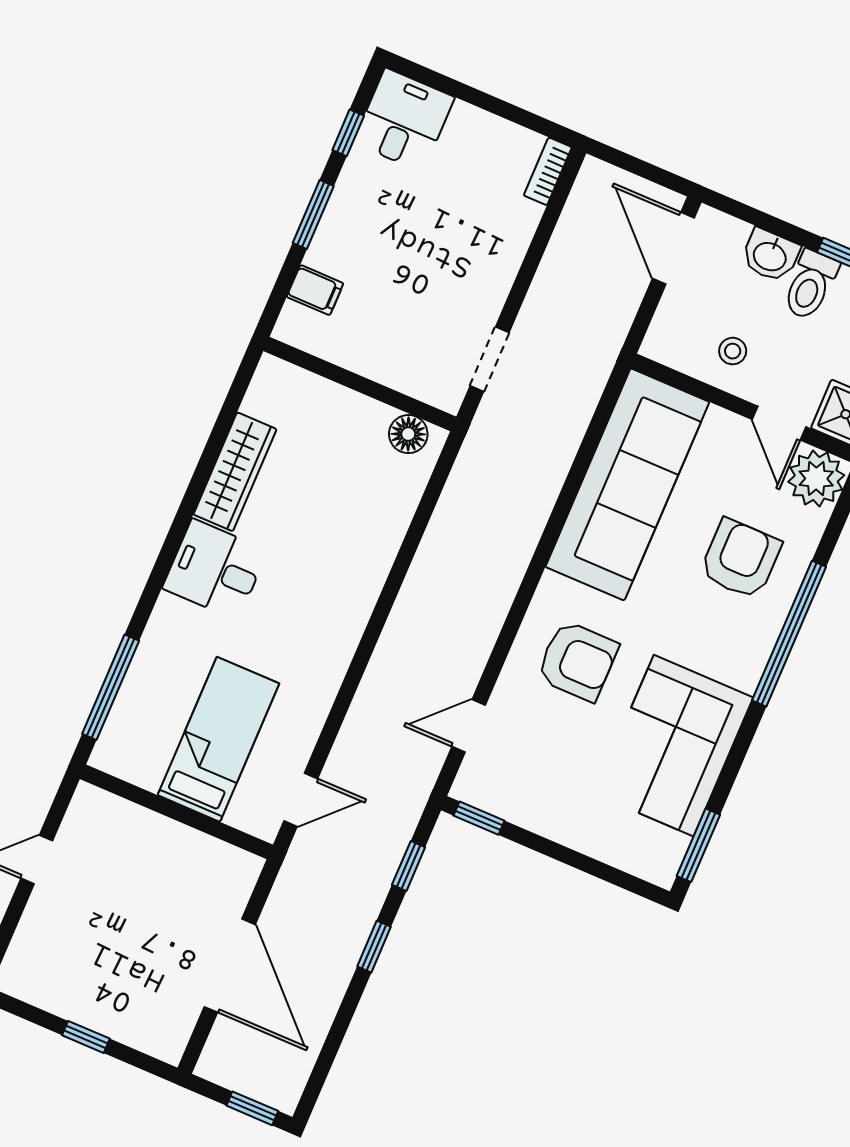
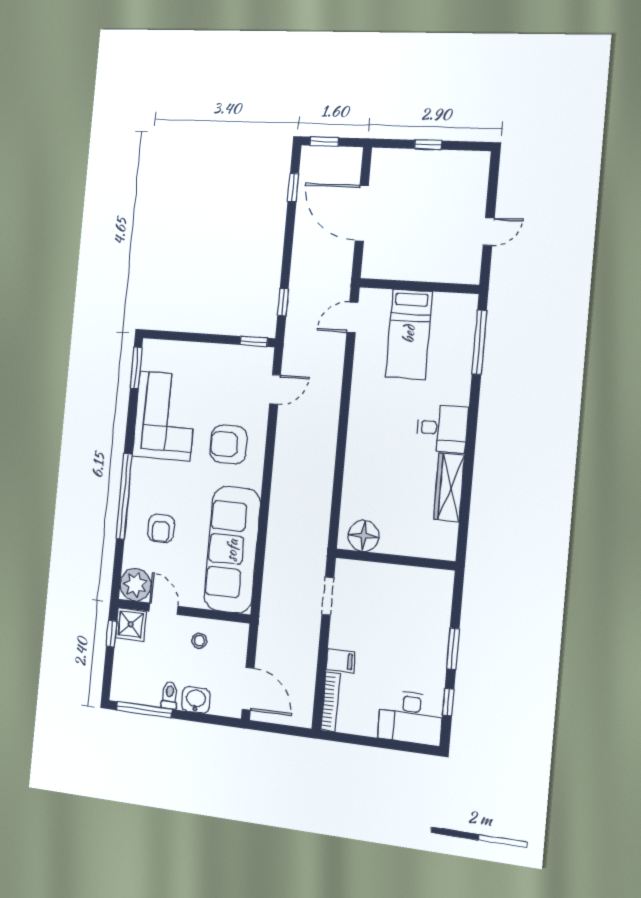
desk: (404, 120) -> (411, 718), width x1.37
bookcase: (548, 171) -> (330, 702), width x1.56
toilet: (810, 285) -> (170, 695), width x0.73, depth x0.72
filing cabinet: (315, 290) -> (340, 661), moved, turned 180
floor lamp: (408, 434) -> (364, 536), width x1.38, depth x1.38
armchair: (741, 559) -> (161, 528), width x0.72, depth x0.72
window: (374, 947) -> (293, 187), moved

